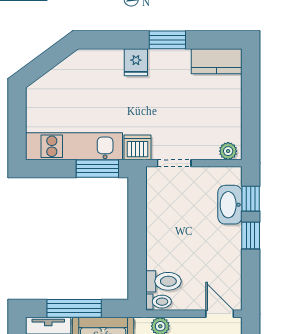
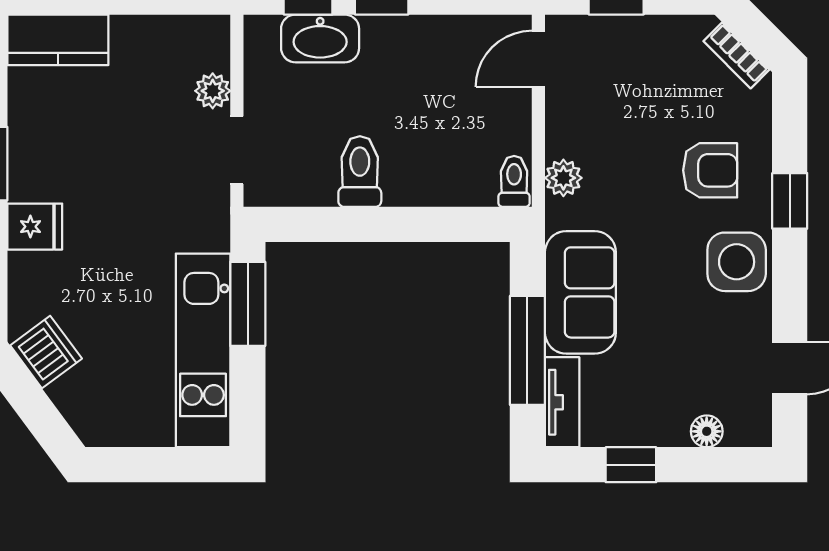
kitchen counter: (217, 61) -> (58, 40), moved, turned 90
dishwasher: (138, 147) -> (46, 352), moved, turned 143
plant: (228, 151) -> (213, 91), moved
toilet: (163, 281) -> (360, 171), moved

